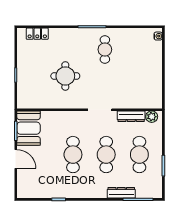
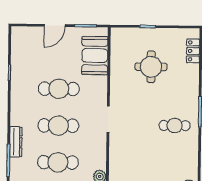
round table: (65, 76) -> (151, 67), moved
dresser: (131, 116) -> (100, 154), removed
booth: (28, 128) -> (95, 56), moved, turned 90

